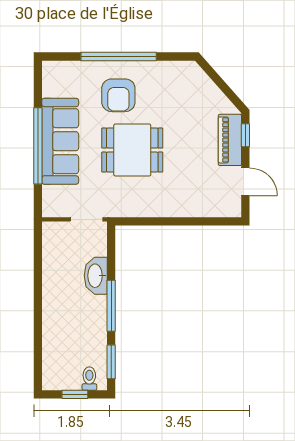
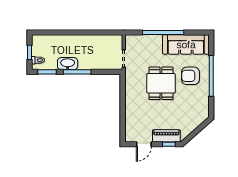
sofa: (60, 141) -> (186, 45), moved
washbasin: (96, 276) -> (68, 64), moved

